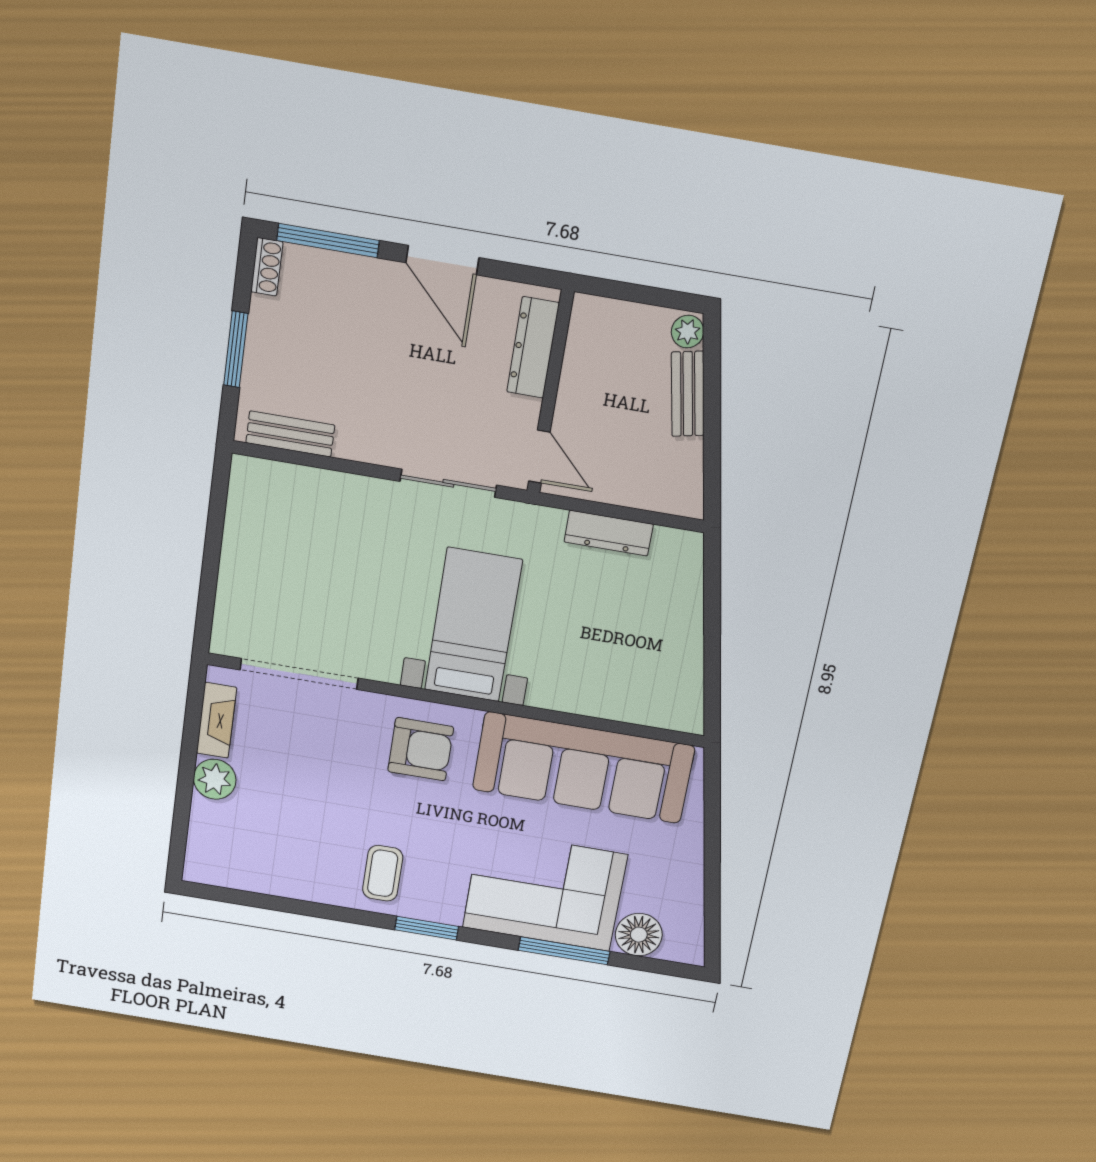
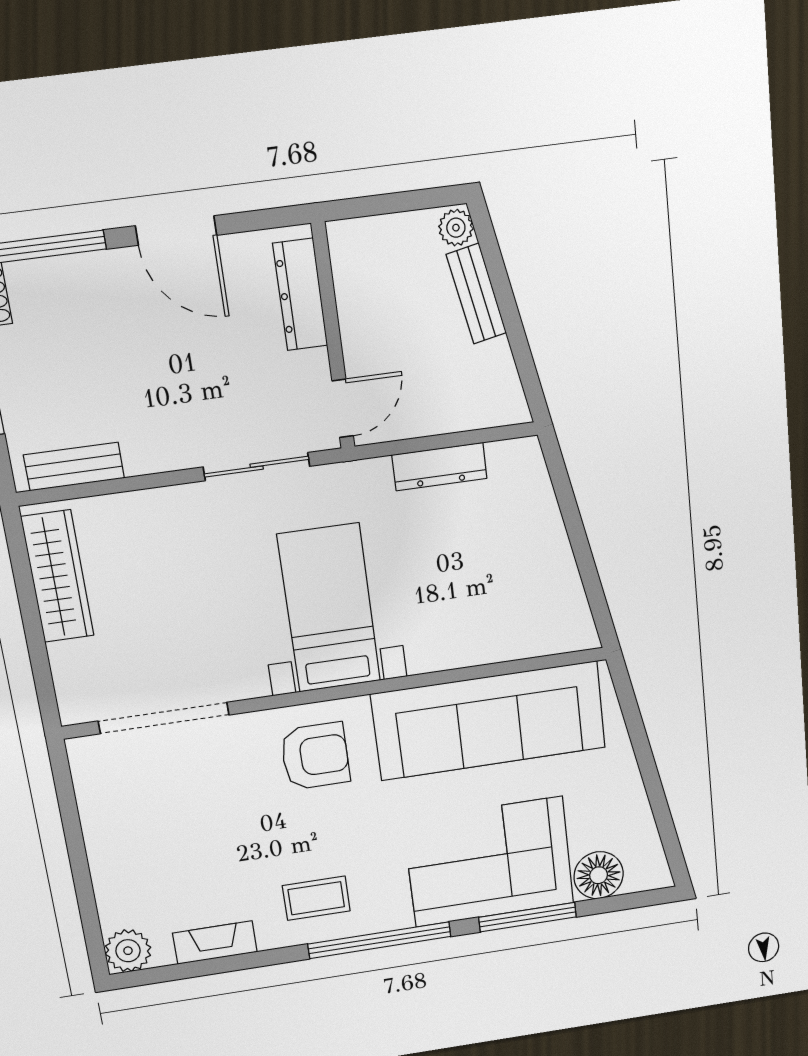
door: (539, 457) -> (343, 408), hinge flipped
wardrobe: (246, 523) -> (58, 576), added
fireplace: (216, 720) -> (215, 943), moved, turned -90
plant: (215, 779) -> (128, 951), moved
coffee table: (383, 873) -> (316, 898), turned 90
window: (427, 928) -> (379, 940), width x2.11

